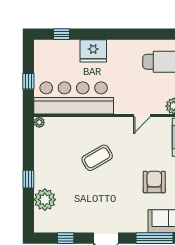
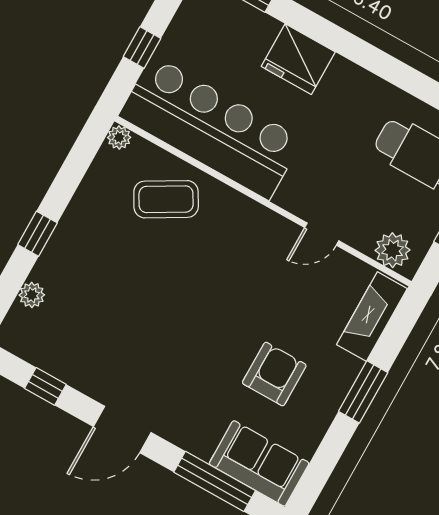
coffee table: (97, 158) -> (166, 199), moved
plant: (45, 200) -> (32, 295), width x0.53, depth x0.53

